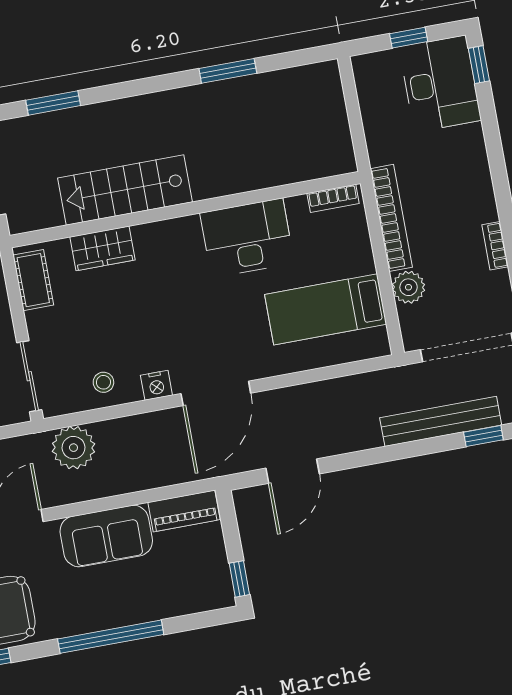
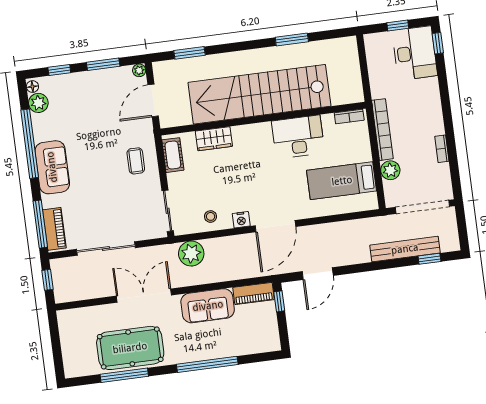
stairs: (125, 190) -> (259, 94), width x1.86, depth x1.51
window: (239, 579) -> (279, 301), moved

